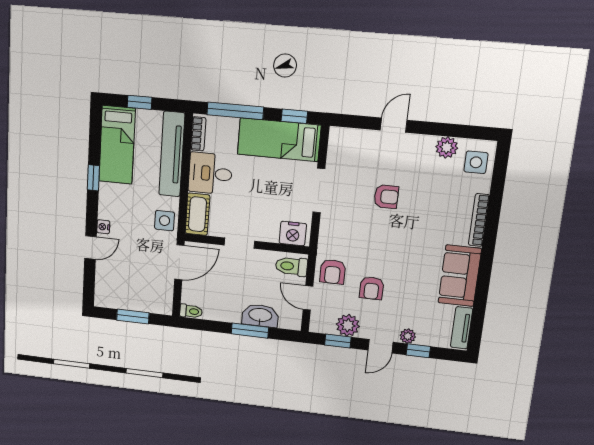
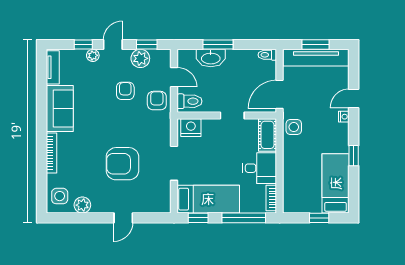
tv unit: (172, 154) -> (316, 58), moved, turned 90
armchair: (386, 197) -> (122, 164), width x1.88, depth x1.88

